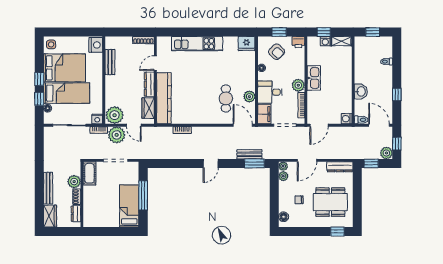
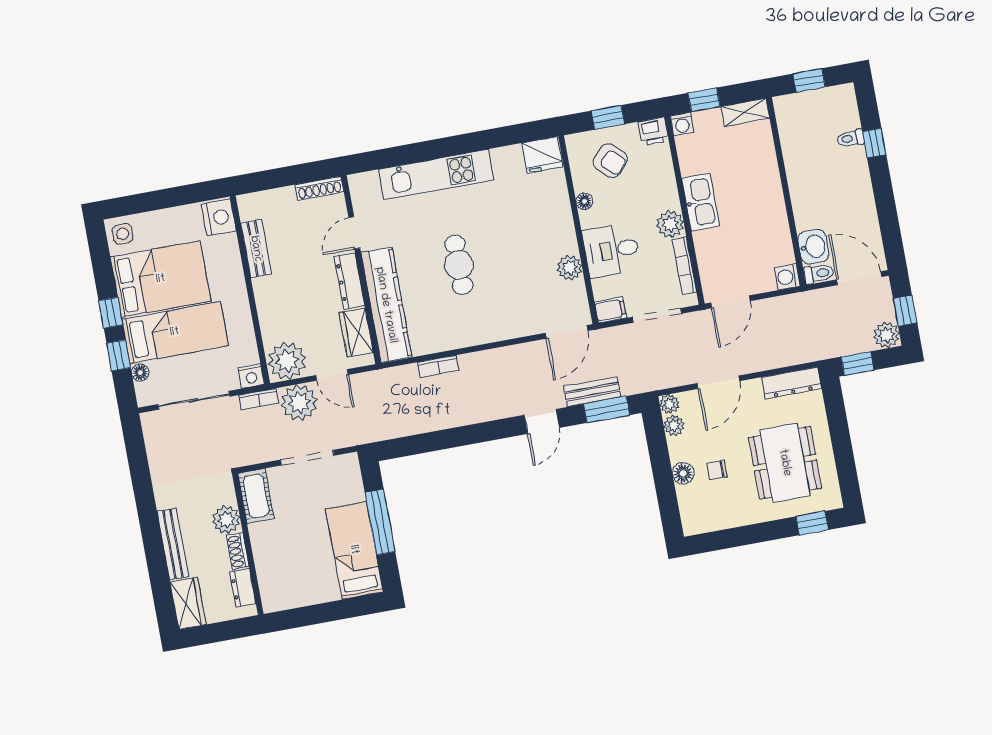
washing machine: (325, 41) -> (682, 124), moved
washbasin: (361, 91) -> (813, 247), moved
window: (397, 95) -> (874, 143), moved
cafe table: (226, 98) -> (459, 265), moved
filing cabinet: (264, 114) -> (610, 310), width x0.50
door: (243, 125) -> (567, 332), swing flipped
door: (211, 163) -> (542, 421), moved
dining table: (330, 202) -> (785, 463), turned 90
floor lamp: (284, 217) -> (683, 473), moved

